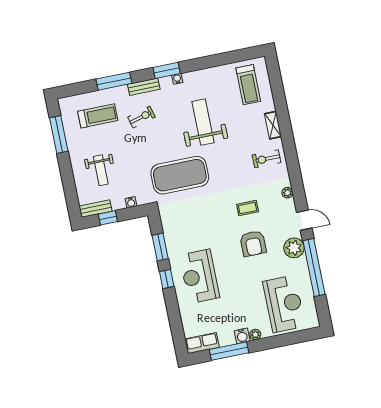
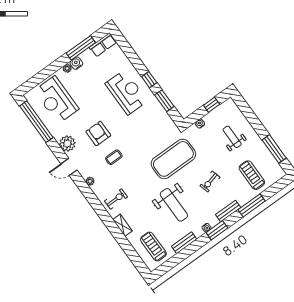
treadmill: (98, 116) -> (252, 175), turned 90
exercise bike: (141, 117) -> (210, 181), moved
bench: (96, 209) -> (184, 243), moved
window: (314, 268) -> (36, 122), moved

